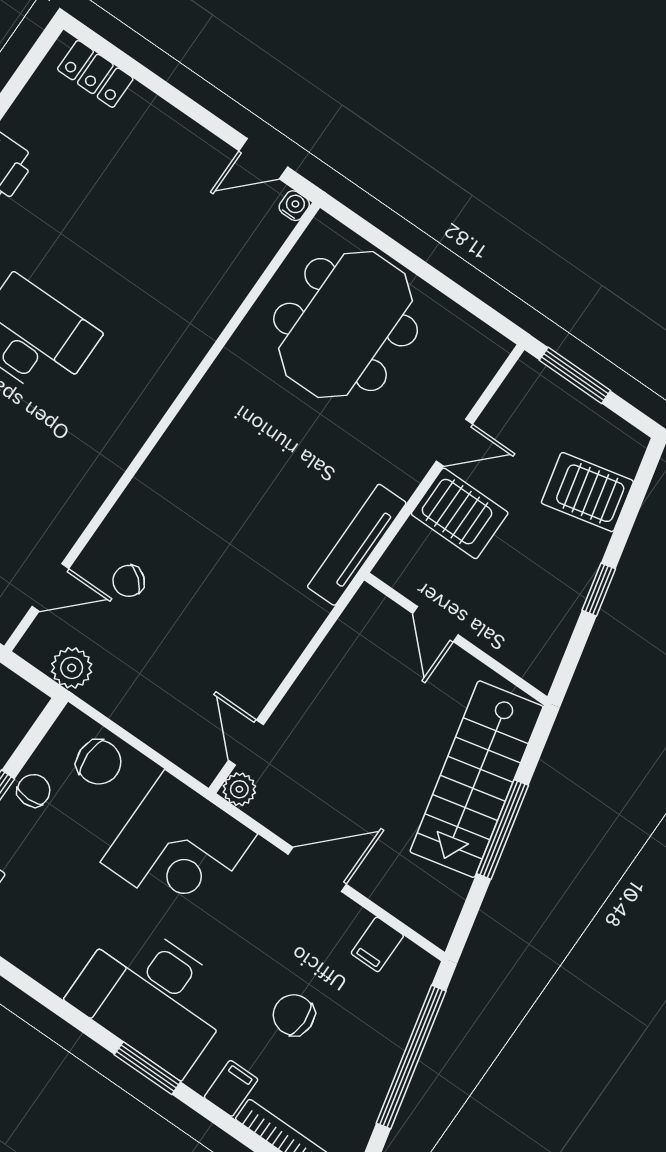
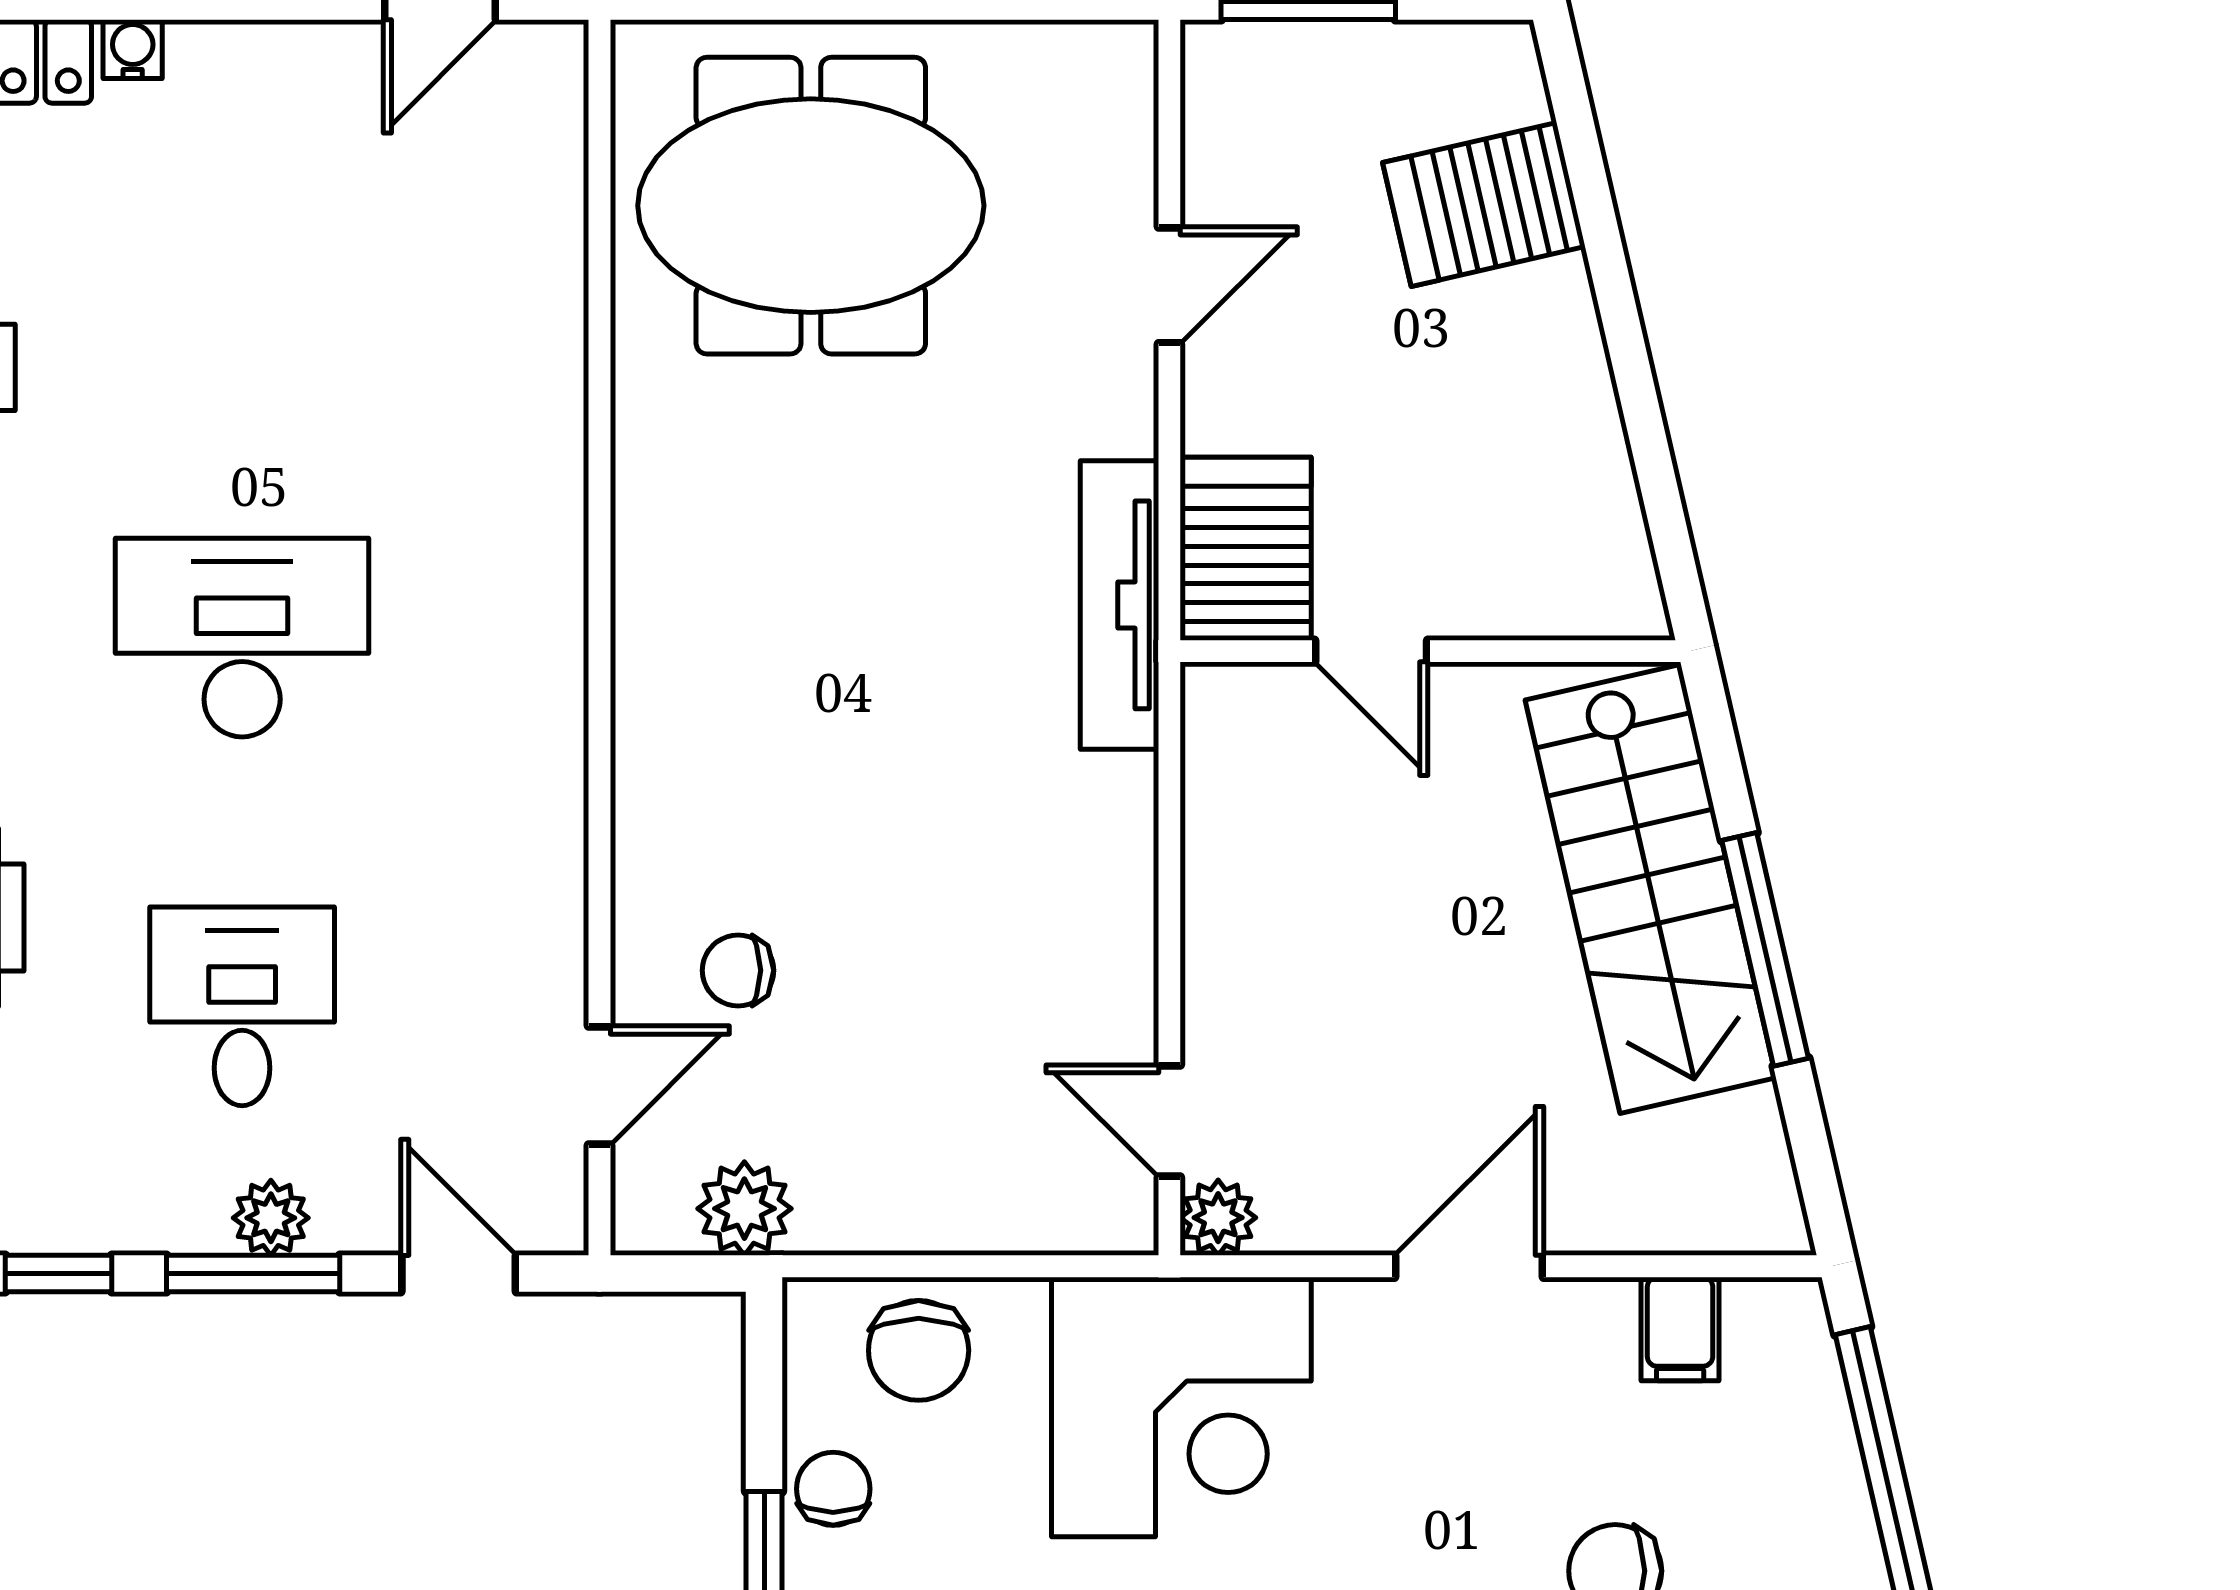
water cooler: (294, 206) -> (133, 49), moved
meeting table: (346, 325) -> (811, 206), turned 90
server rack: (460, 513) -> (1246, 549), moved, turned -90
chair: (129, 581) -> (738, 970), turned 50
window: (599, 590) -> (1633, 373), removed
chair: (99, 762) -> (919, 1350), turned 90

